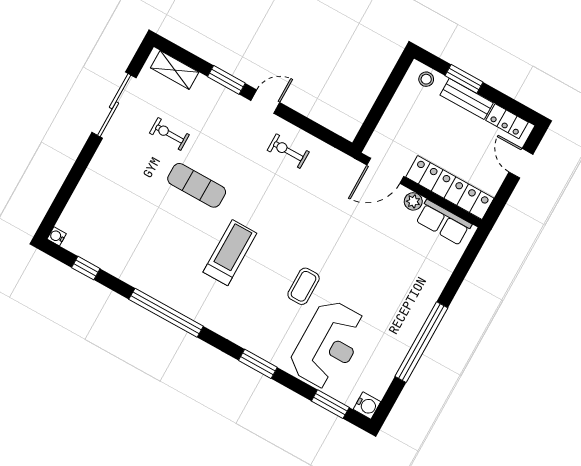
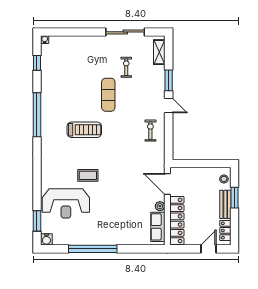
window: (258, 364) -> (37, 174), removed

